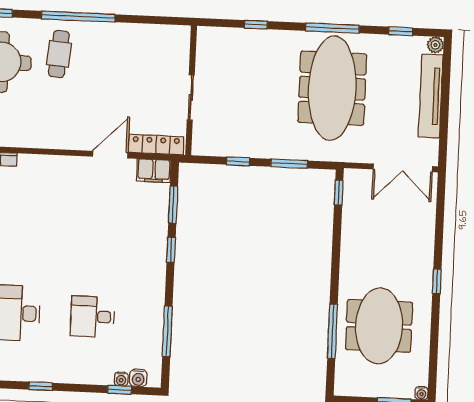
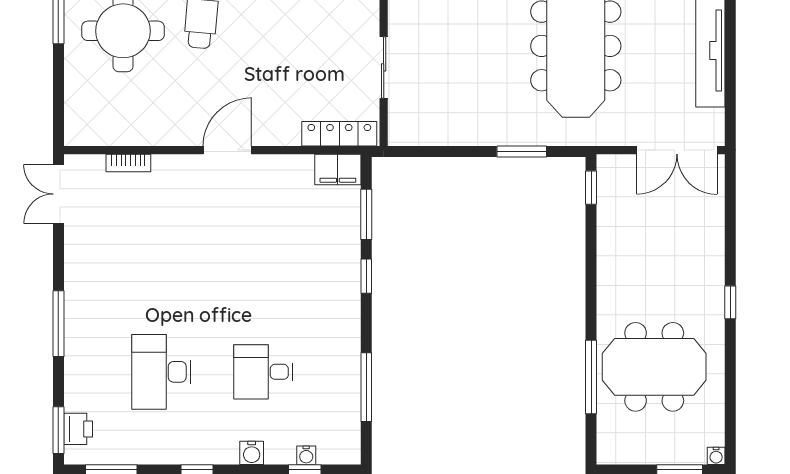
door: (110, 155) -> (227, 150), moved
window: (238, 161) -> (452, 151), removed
meeting table: (379, 326) -> (654, 367), turned 90
water cooler: (138, 378) -> (252, 453), moved

